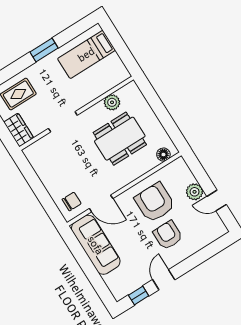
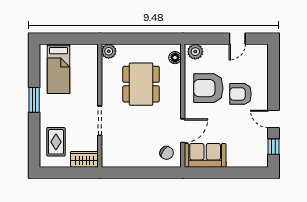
plant: (112, 102) -> (109, 51), moved
plant: (195, 192) -> (195, 52), moved
chair: (72, 201) -> (167, 153), turned 127
sofa: (96, 245) -> (205, 155), width x0.73

